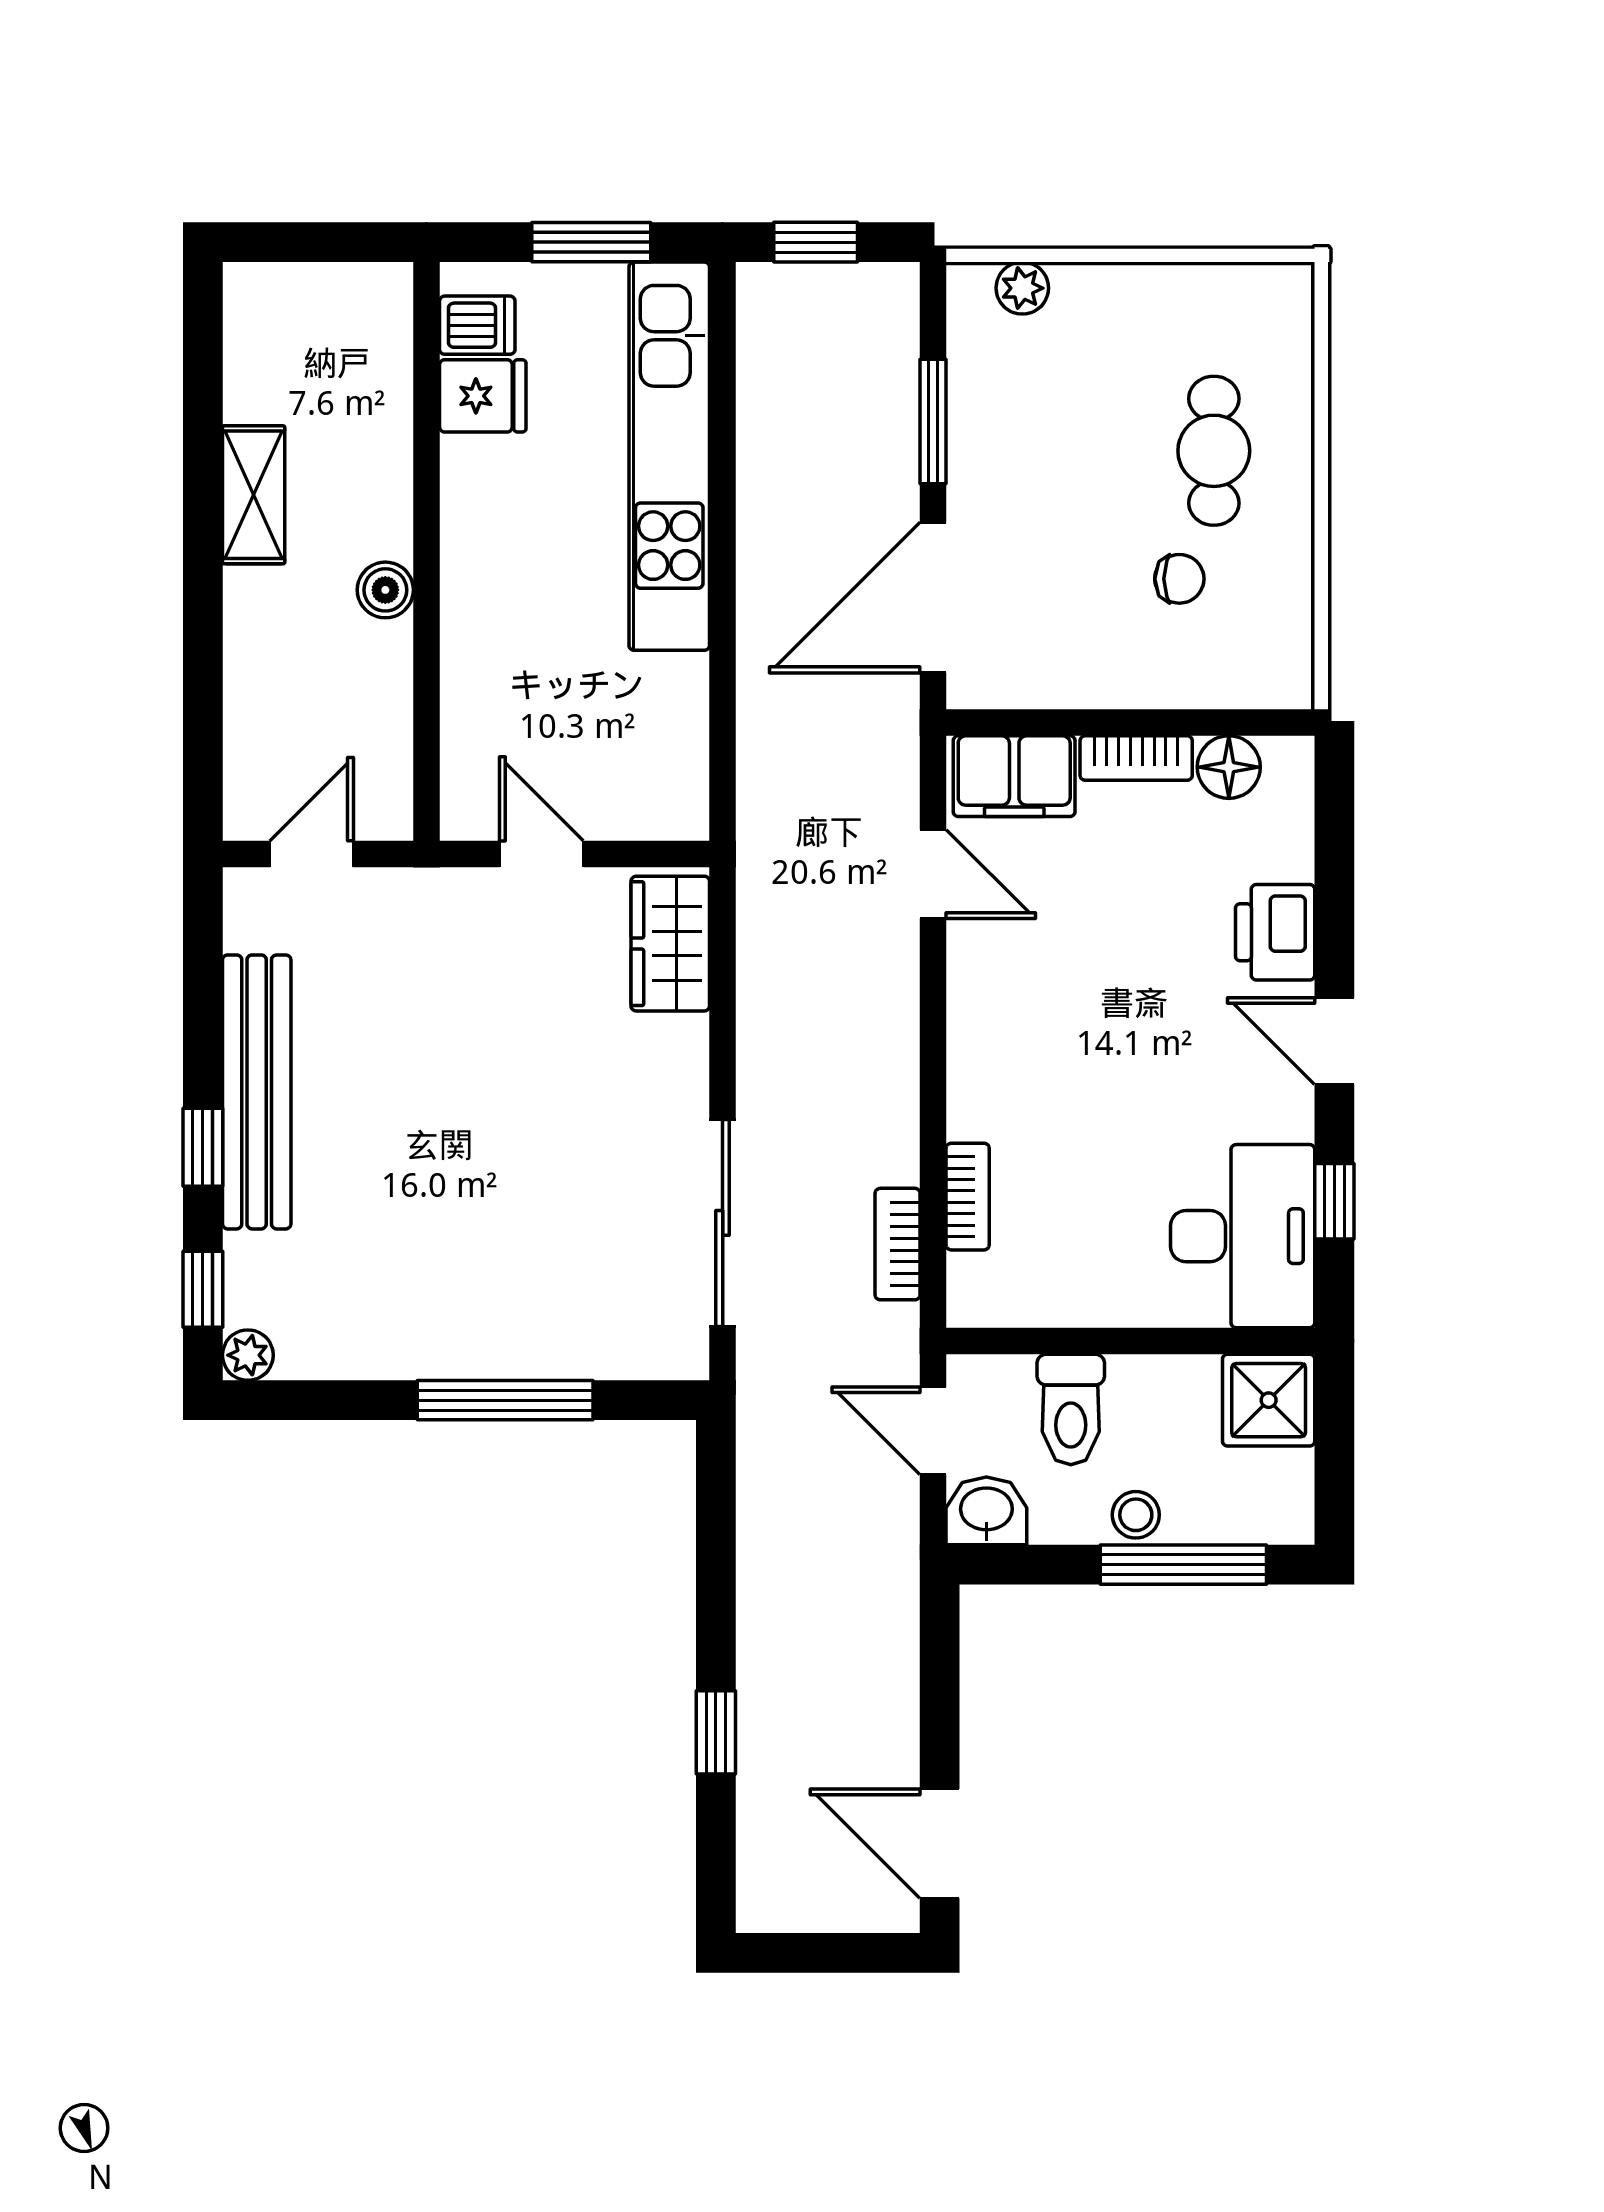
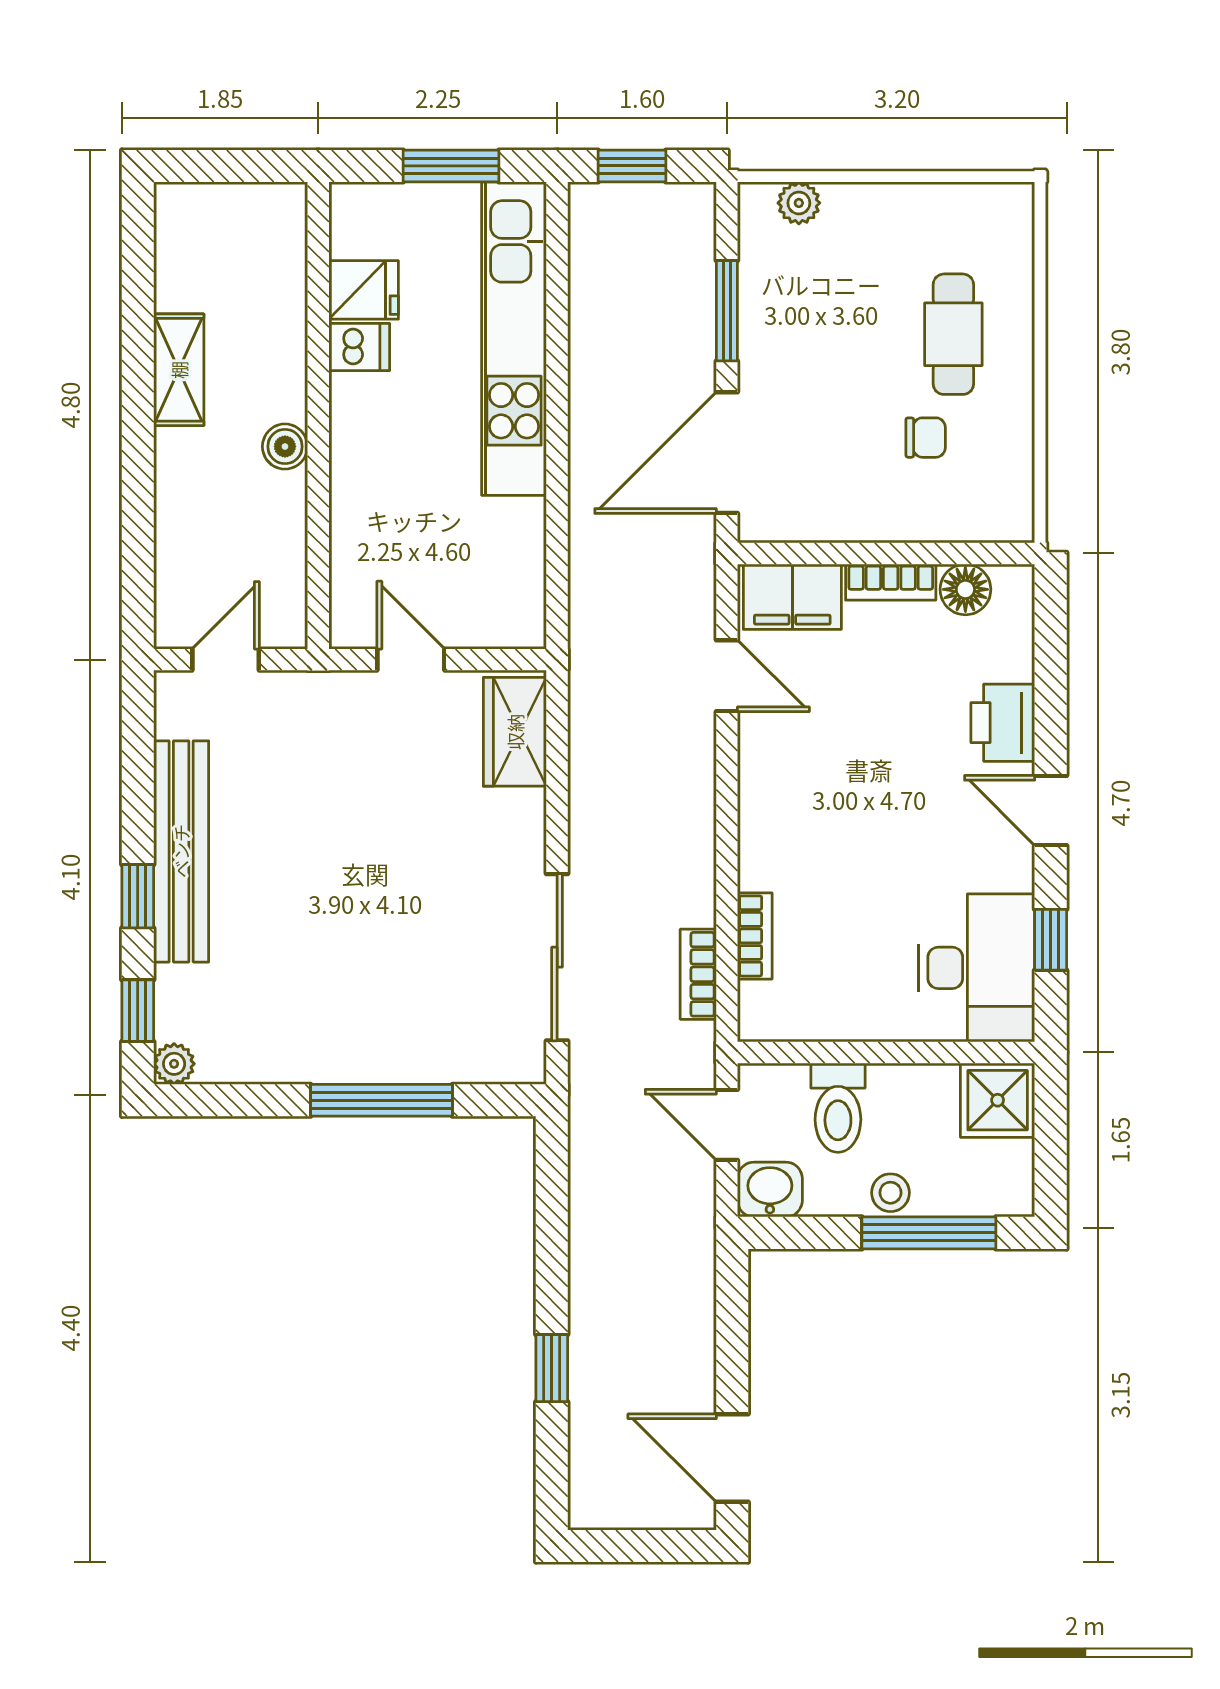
dishwasher: (477, 325) -> (359, 347), moved

